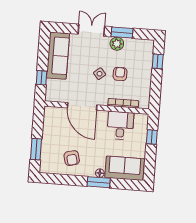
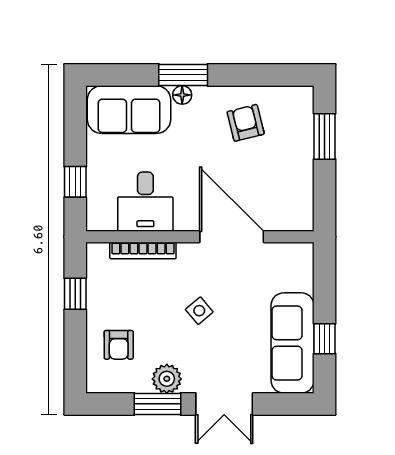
window: (158, 61) -> (75, 294), moved
armchair: (120, 74) -> (119, 345), moved
window: (42, 78) -> (325, 339), moved

